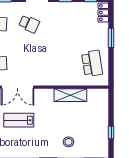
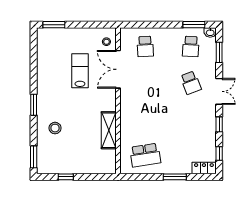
school desk: (29, 24) -> (191, 83), turned -45

